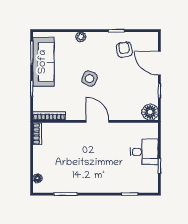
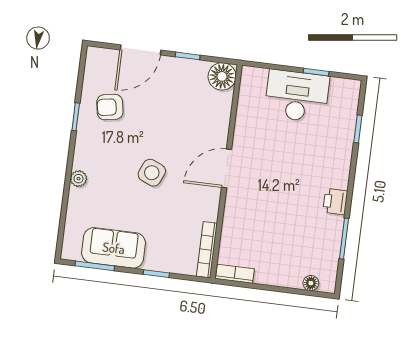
sofa: (43, 62) -> (114, 248), width x0.73
desk: (144, 152) -> (297, 96), width x1.37
printer: (86, 186) -> (335, 202), added

